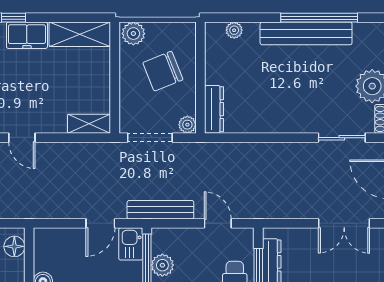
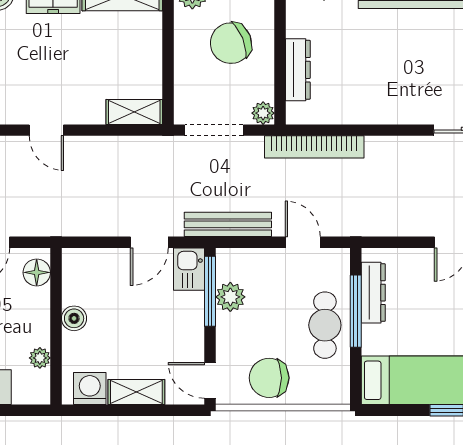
dresser: (214, 109) -> (298, 70), moved
bookcase: (227, 151) -> (314, 147), added

